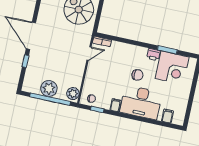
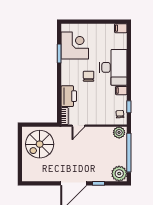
door: (89, 53) -> (78, 126), swing flipped
printer: (153, 54) -> (69, 96), moved, width x1.87, depth x1.48
plant: (49, 89) -> (119, 174), moved
filing cabinet: (168, 116) -> (121, 28), moved

